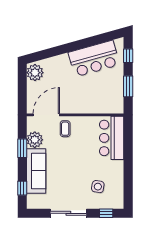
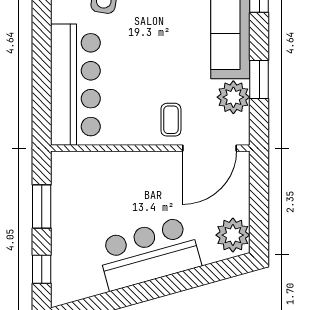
bar counter: (94, 59) -> (149, 253), moved
bar counter: (112, 138) -> (75, 85), width x1.36

